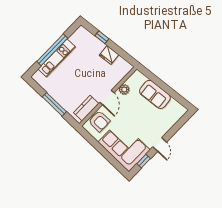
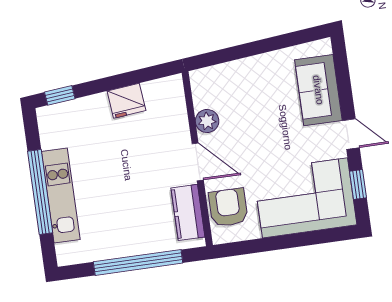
window: (102, 37) -> (60, 95), moved
sofa: (155, 94) -> (318, 90), moved, turned 96
window: (54, 104) -> (138, 262), width x1.46
armchair: (99, 121) -> (228, 208), turned -90

